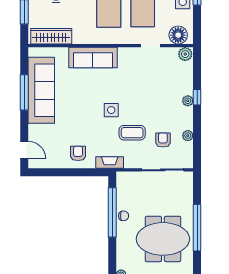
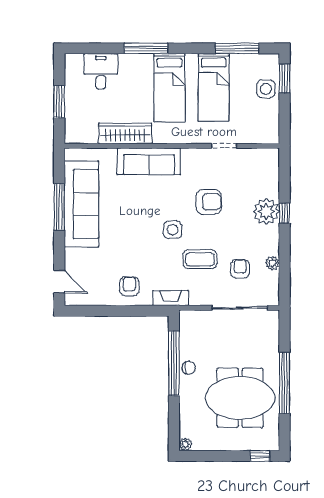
floor lamp: (178, 35) -> (260, 132), removed
wardrobe: (51, 36) -> (125, 134), moved
plant: (185, 54) -> (269, 157), removed
armchair: (139, 89) -> (209, 202), added
plant: (188, 101) -> (266, 212), width x1.87, depth x1.87

